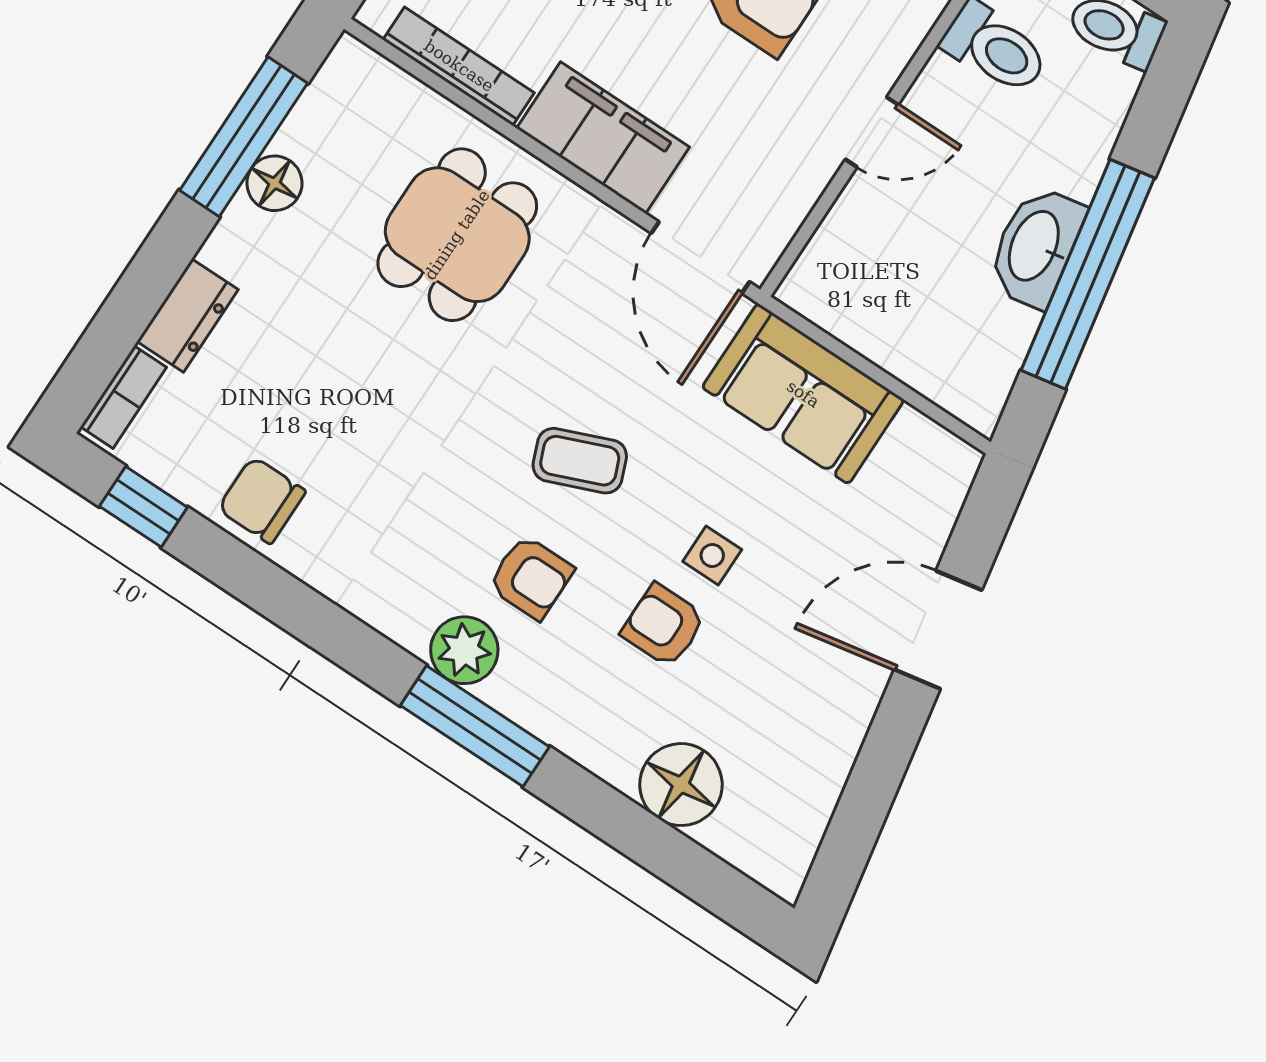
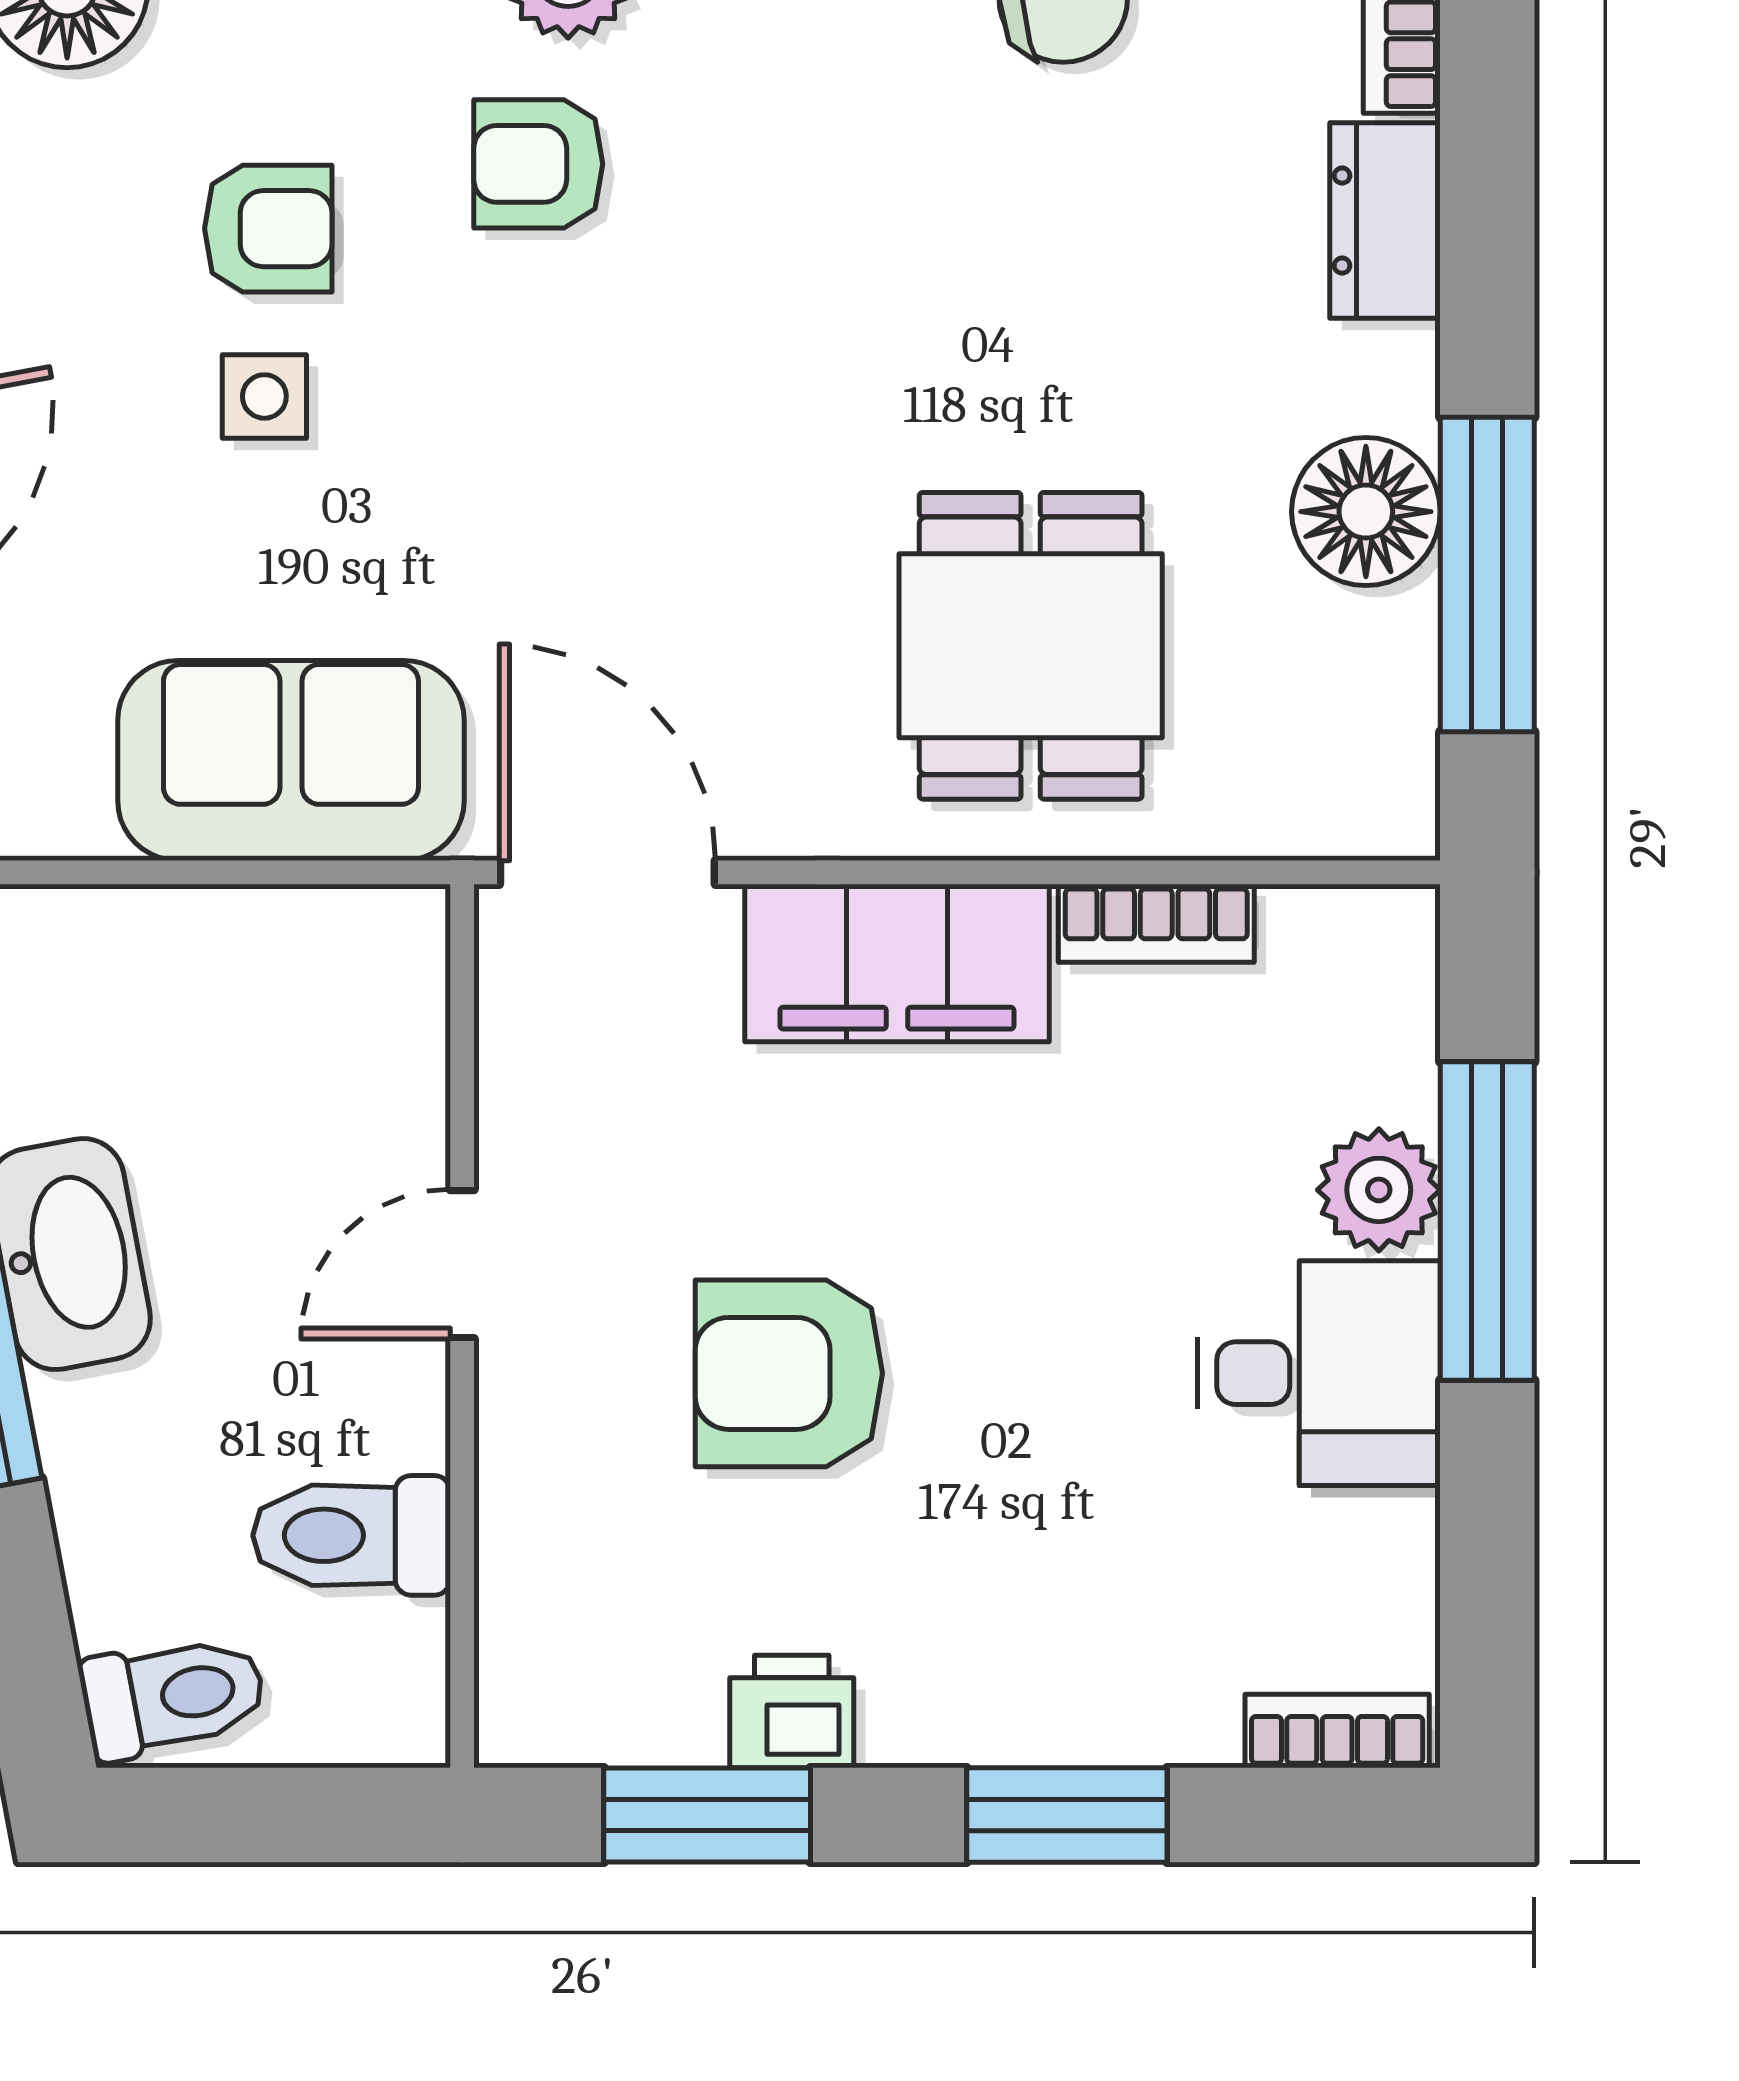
bookcase: (459, 66) -> (1156, 923), width x0.64
floor lamp: (274, 183) -> (1366, 512), width x1.38, depth x1.38
coffee table: (580, 461) -> (584, 408), removed

